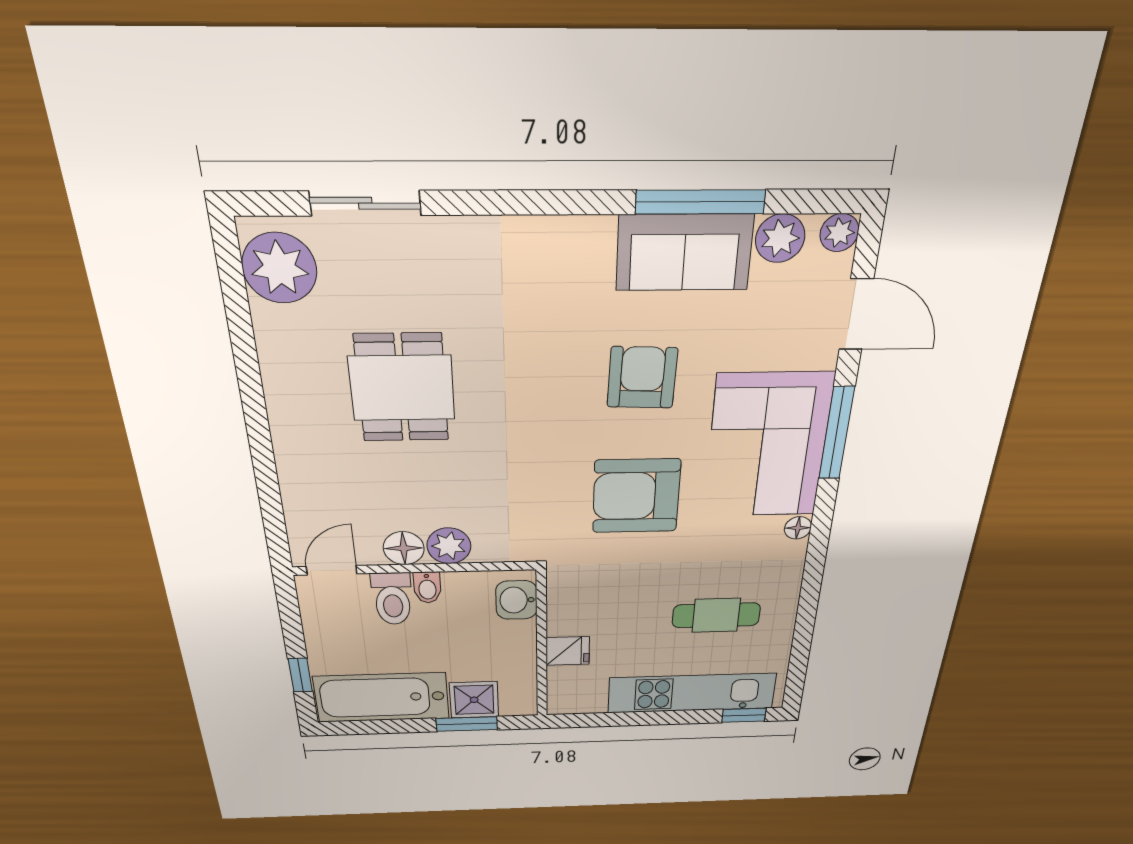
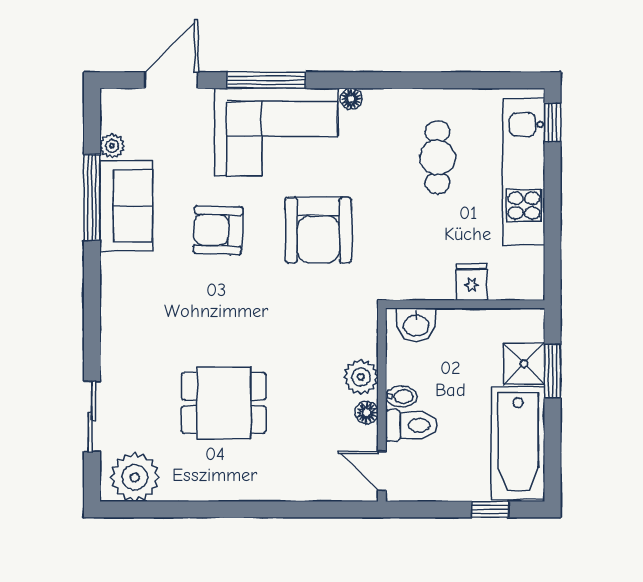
plant: (839, 233) -> (113, 101), removed
plant: (780, 238) -> (112, 146), width x0.73, depth x0.73
floor lamp: (404, 548) -> (367, 412), width x0.73, depth x0.73

